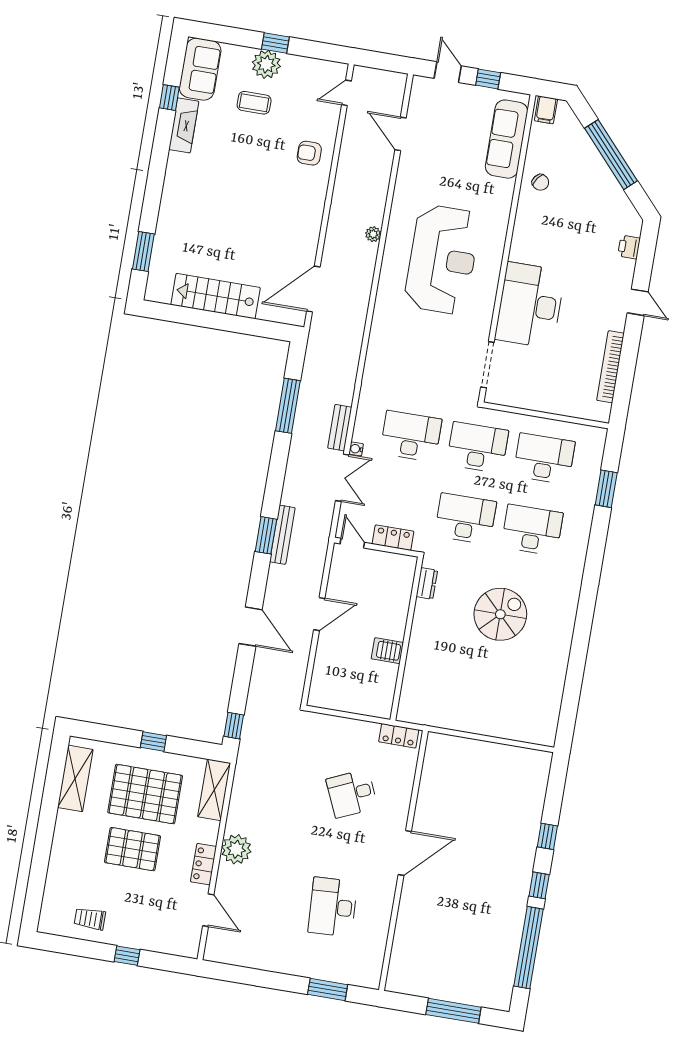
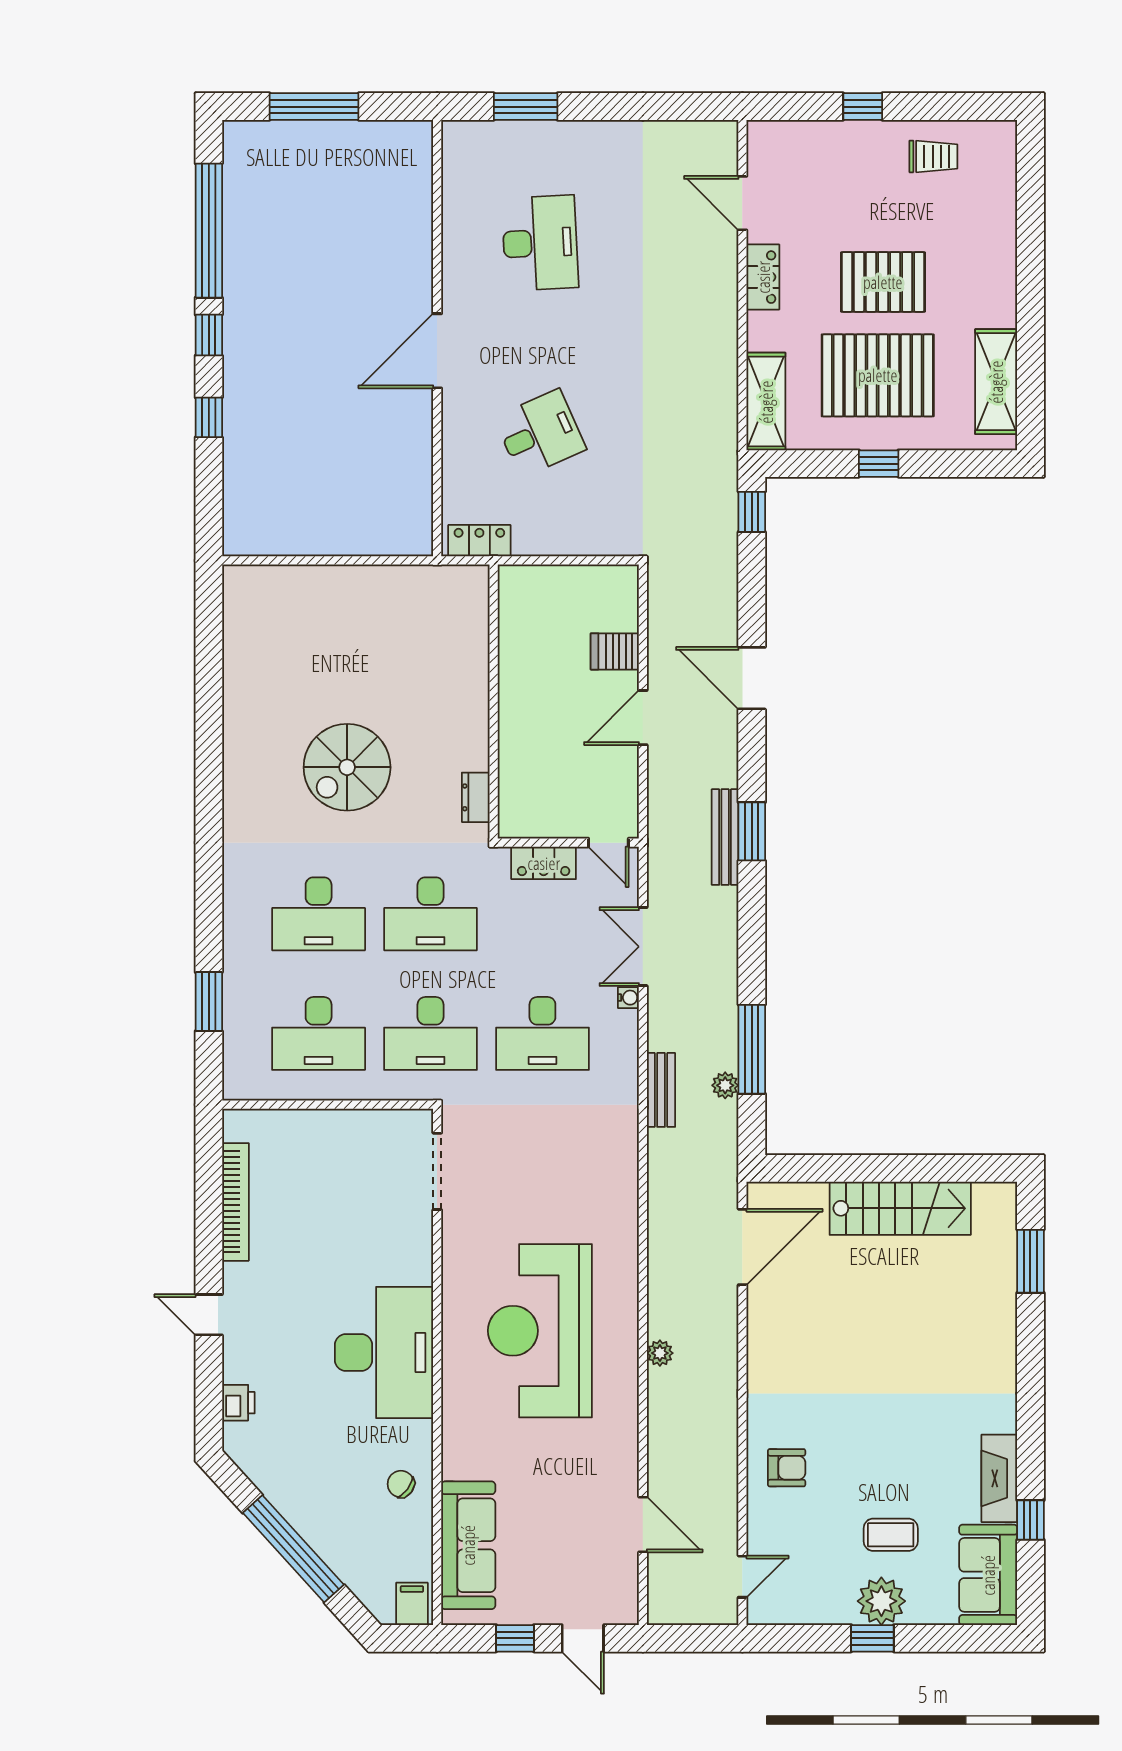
desk: (530, 305) -> (384, 1353), moved
bench: (340, 428) -> (661, 1090), moved
server rack: (387, 651) -> (615, 651), moved, turned 180
plant: (236, 849) -> (725, 1085), moved, width x0.53, depth x0.53

